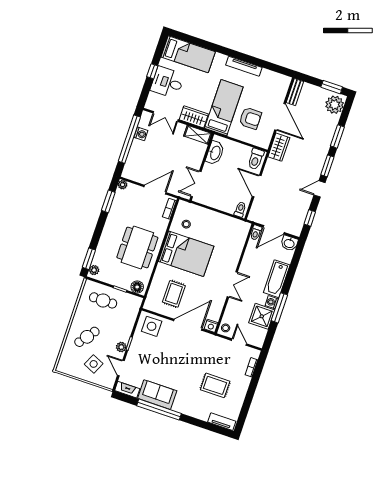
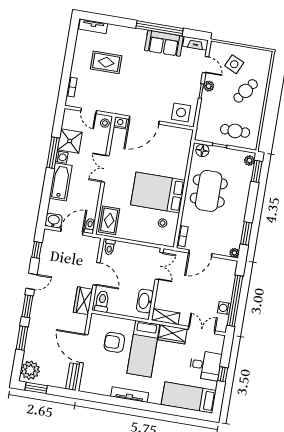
wardrobe: (279, 147) -> (83, 301), moved
rug: (174, 294) -> (109, 220), moved

